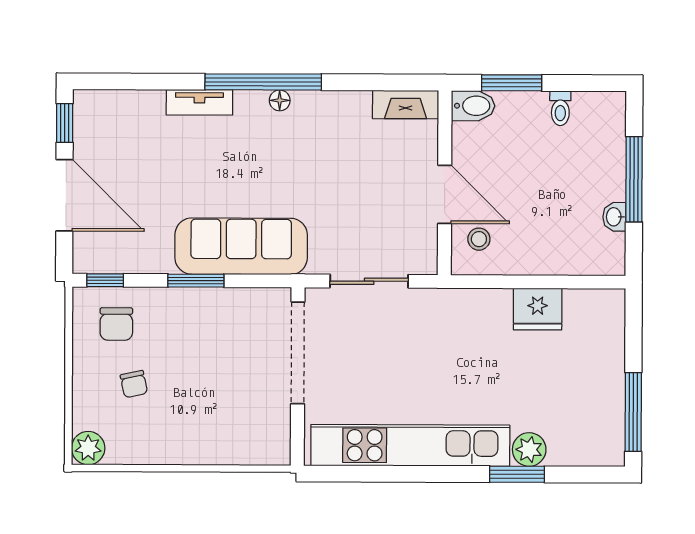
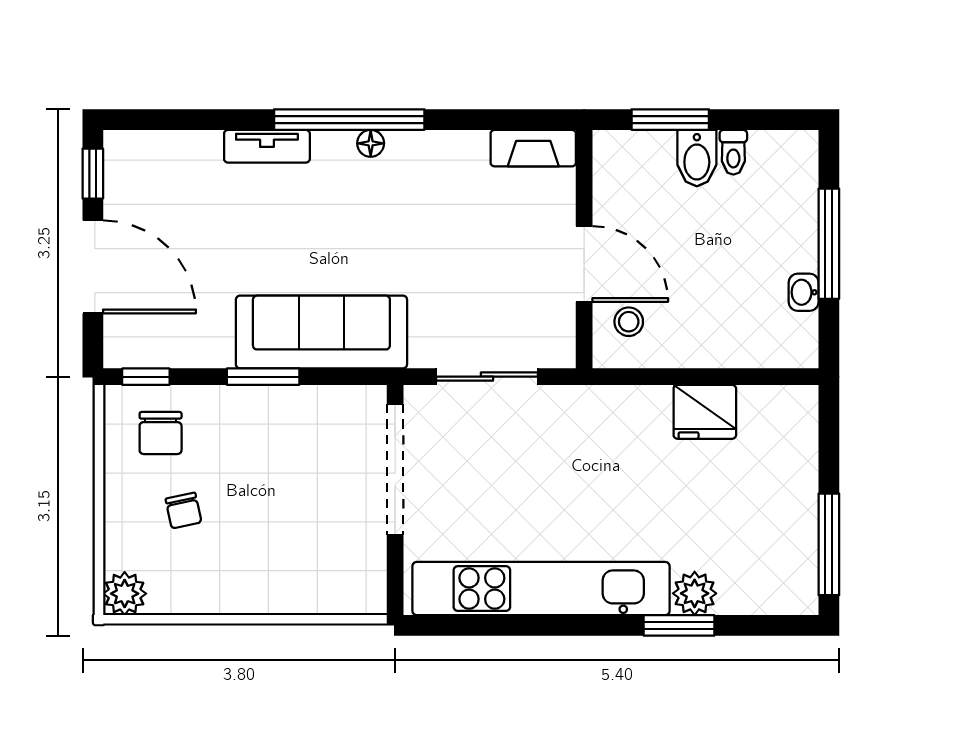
bidet: (473, 106) -> (697, 158), moved, turned 90

